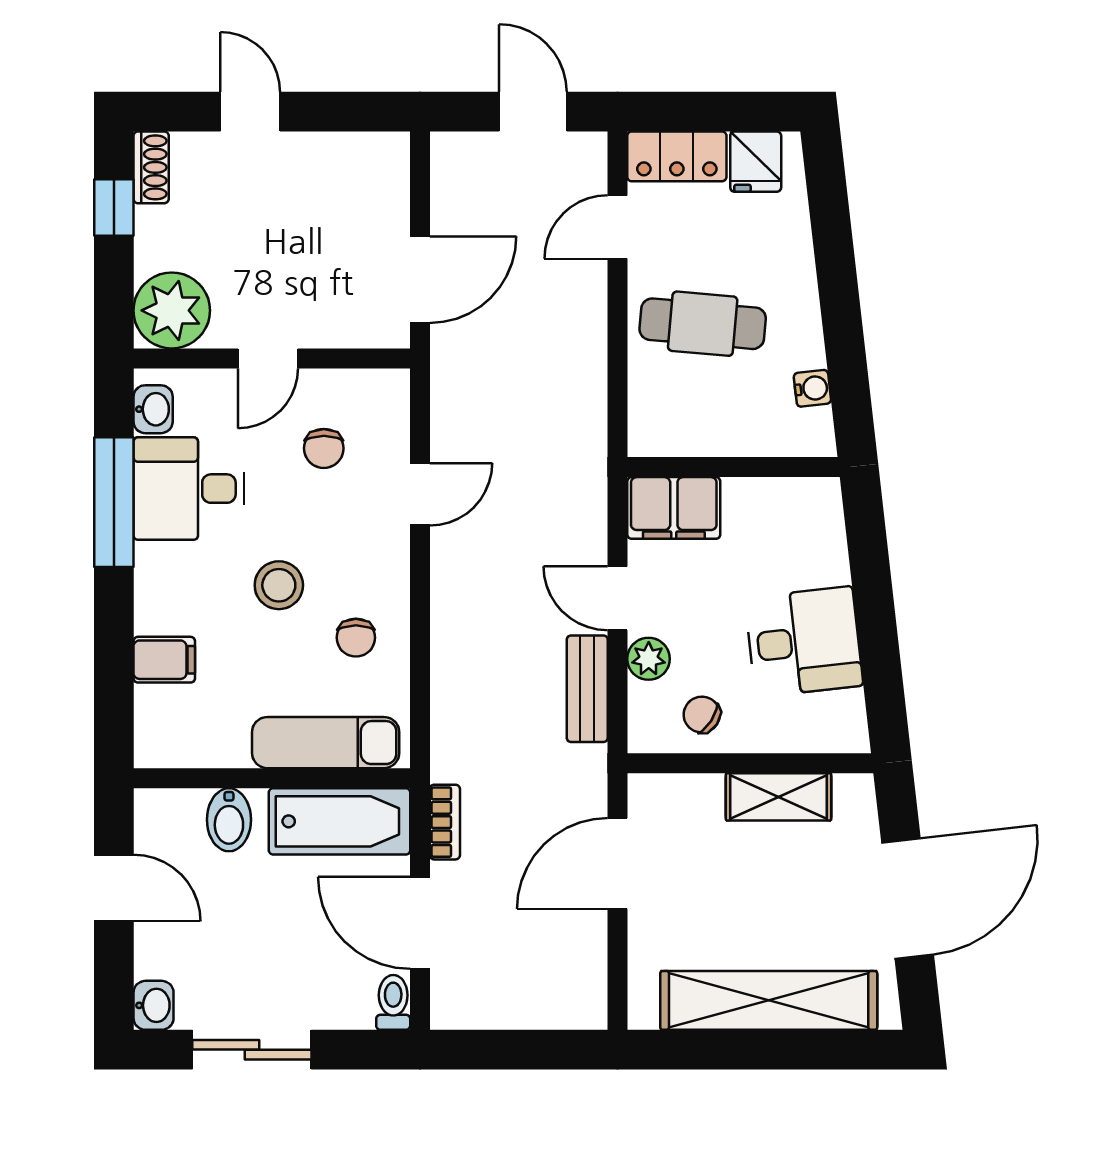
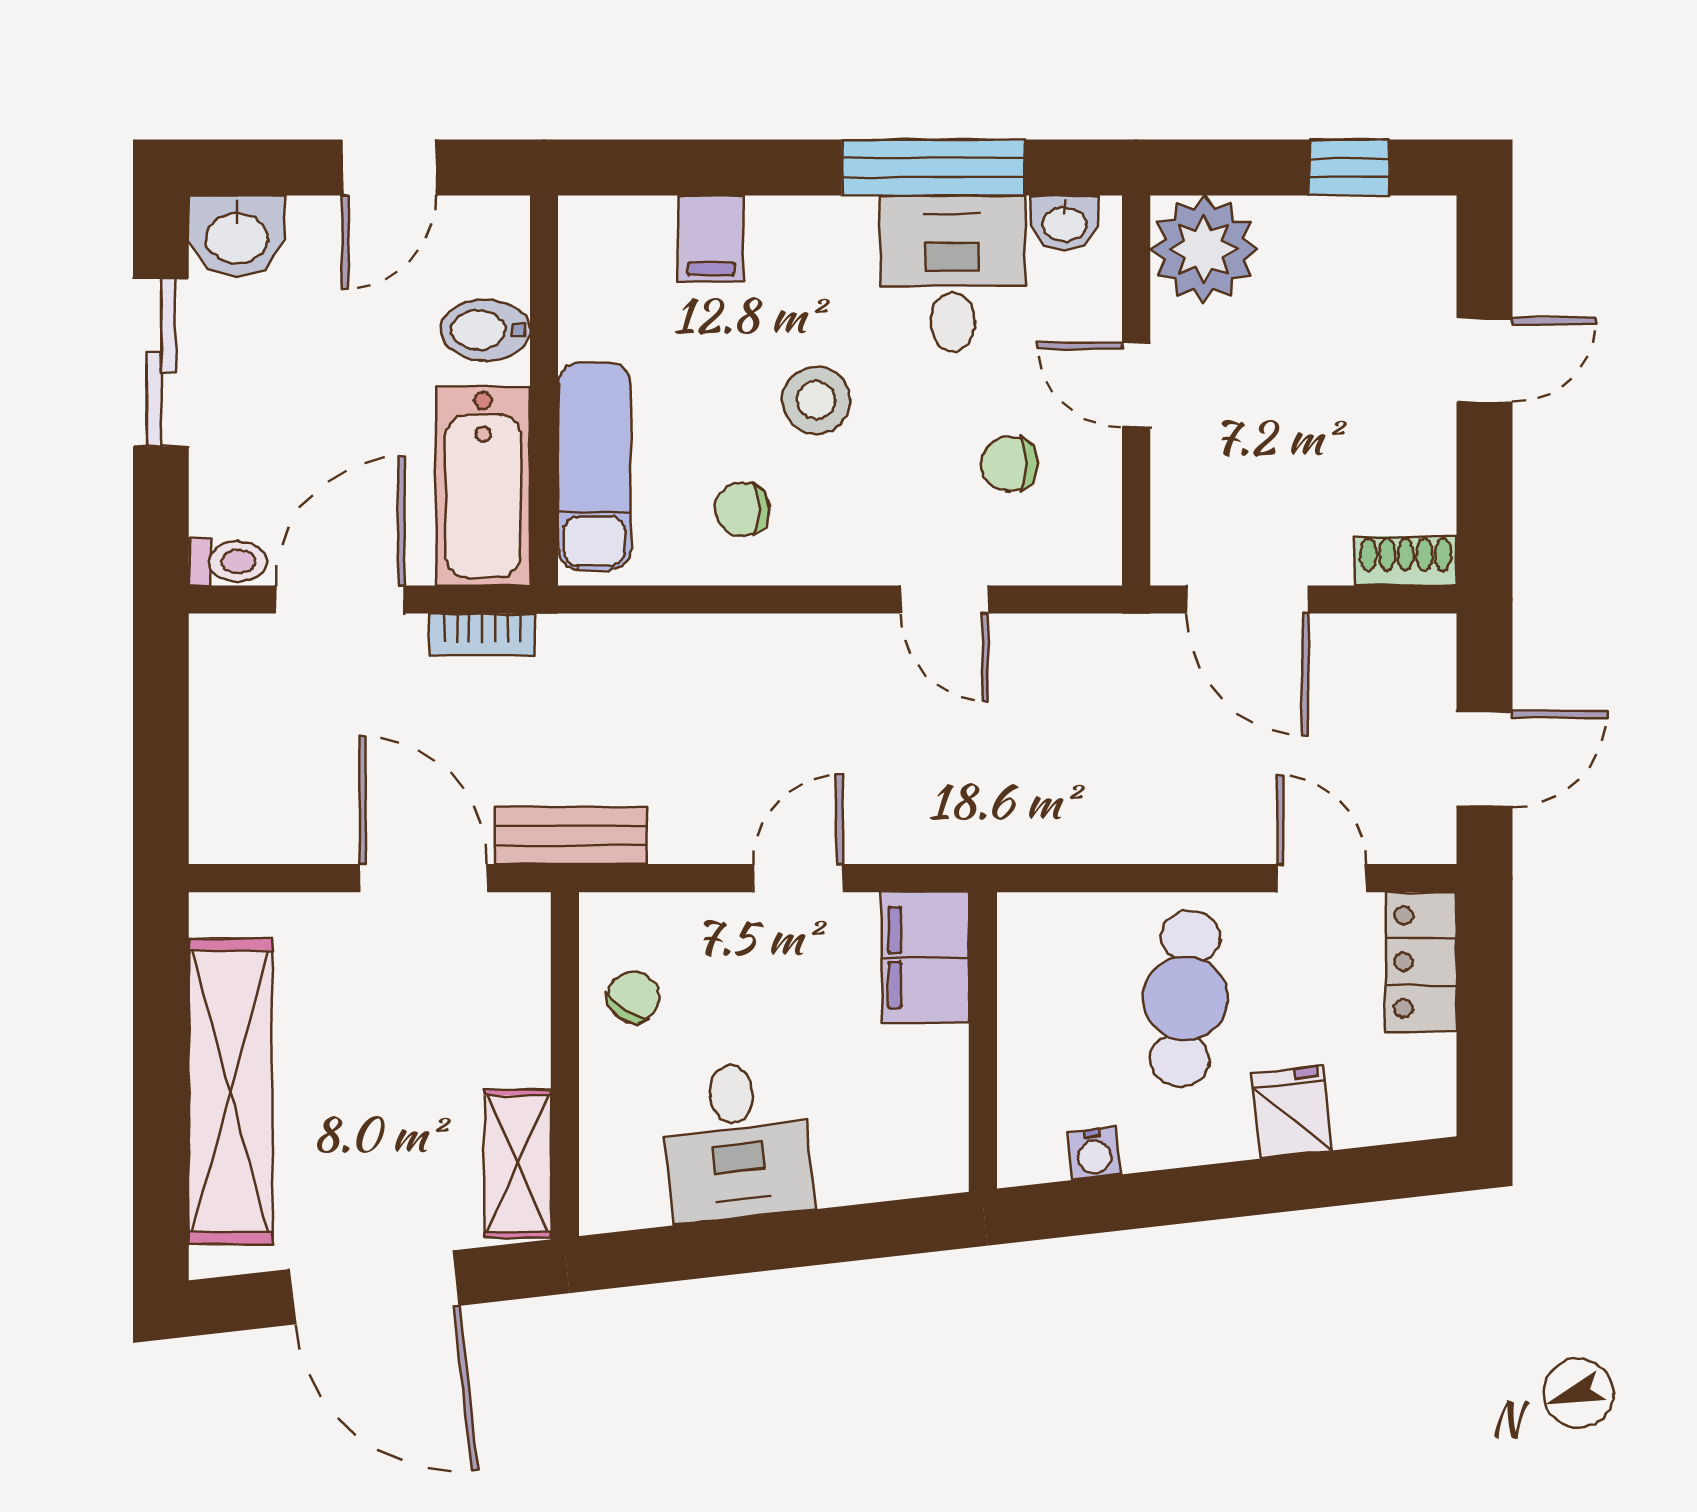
fridge: (756, 162) -> (1292, 1112), moved, turned 84
shoe rack: (151, 167) -> (1406, 561), moved, turned 180
plant: (649, 659) -> (712, 922), removed
bench: (587, 689) -> (571, 835), moved
shelving: (779, 797) -> (518, 1164), moved
washbasin: (154, 1005) -> (237, 236), width x1.38, depth x1.45

